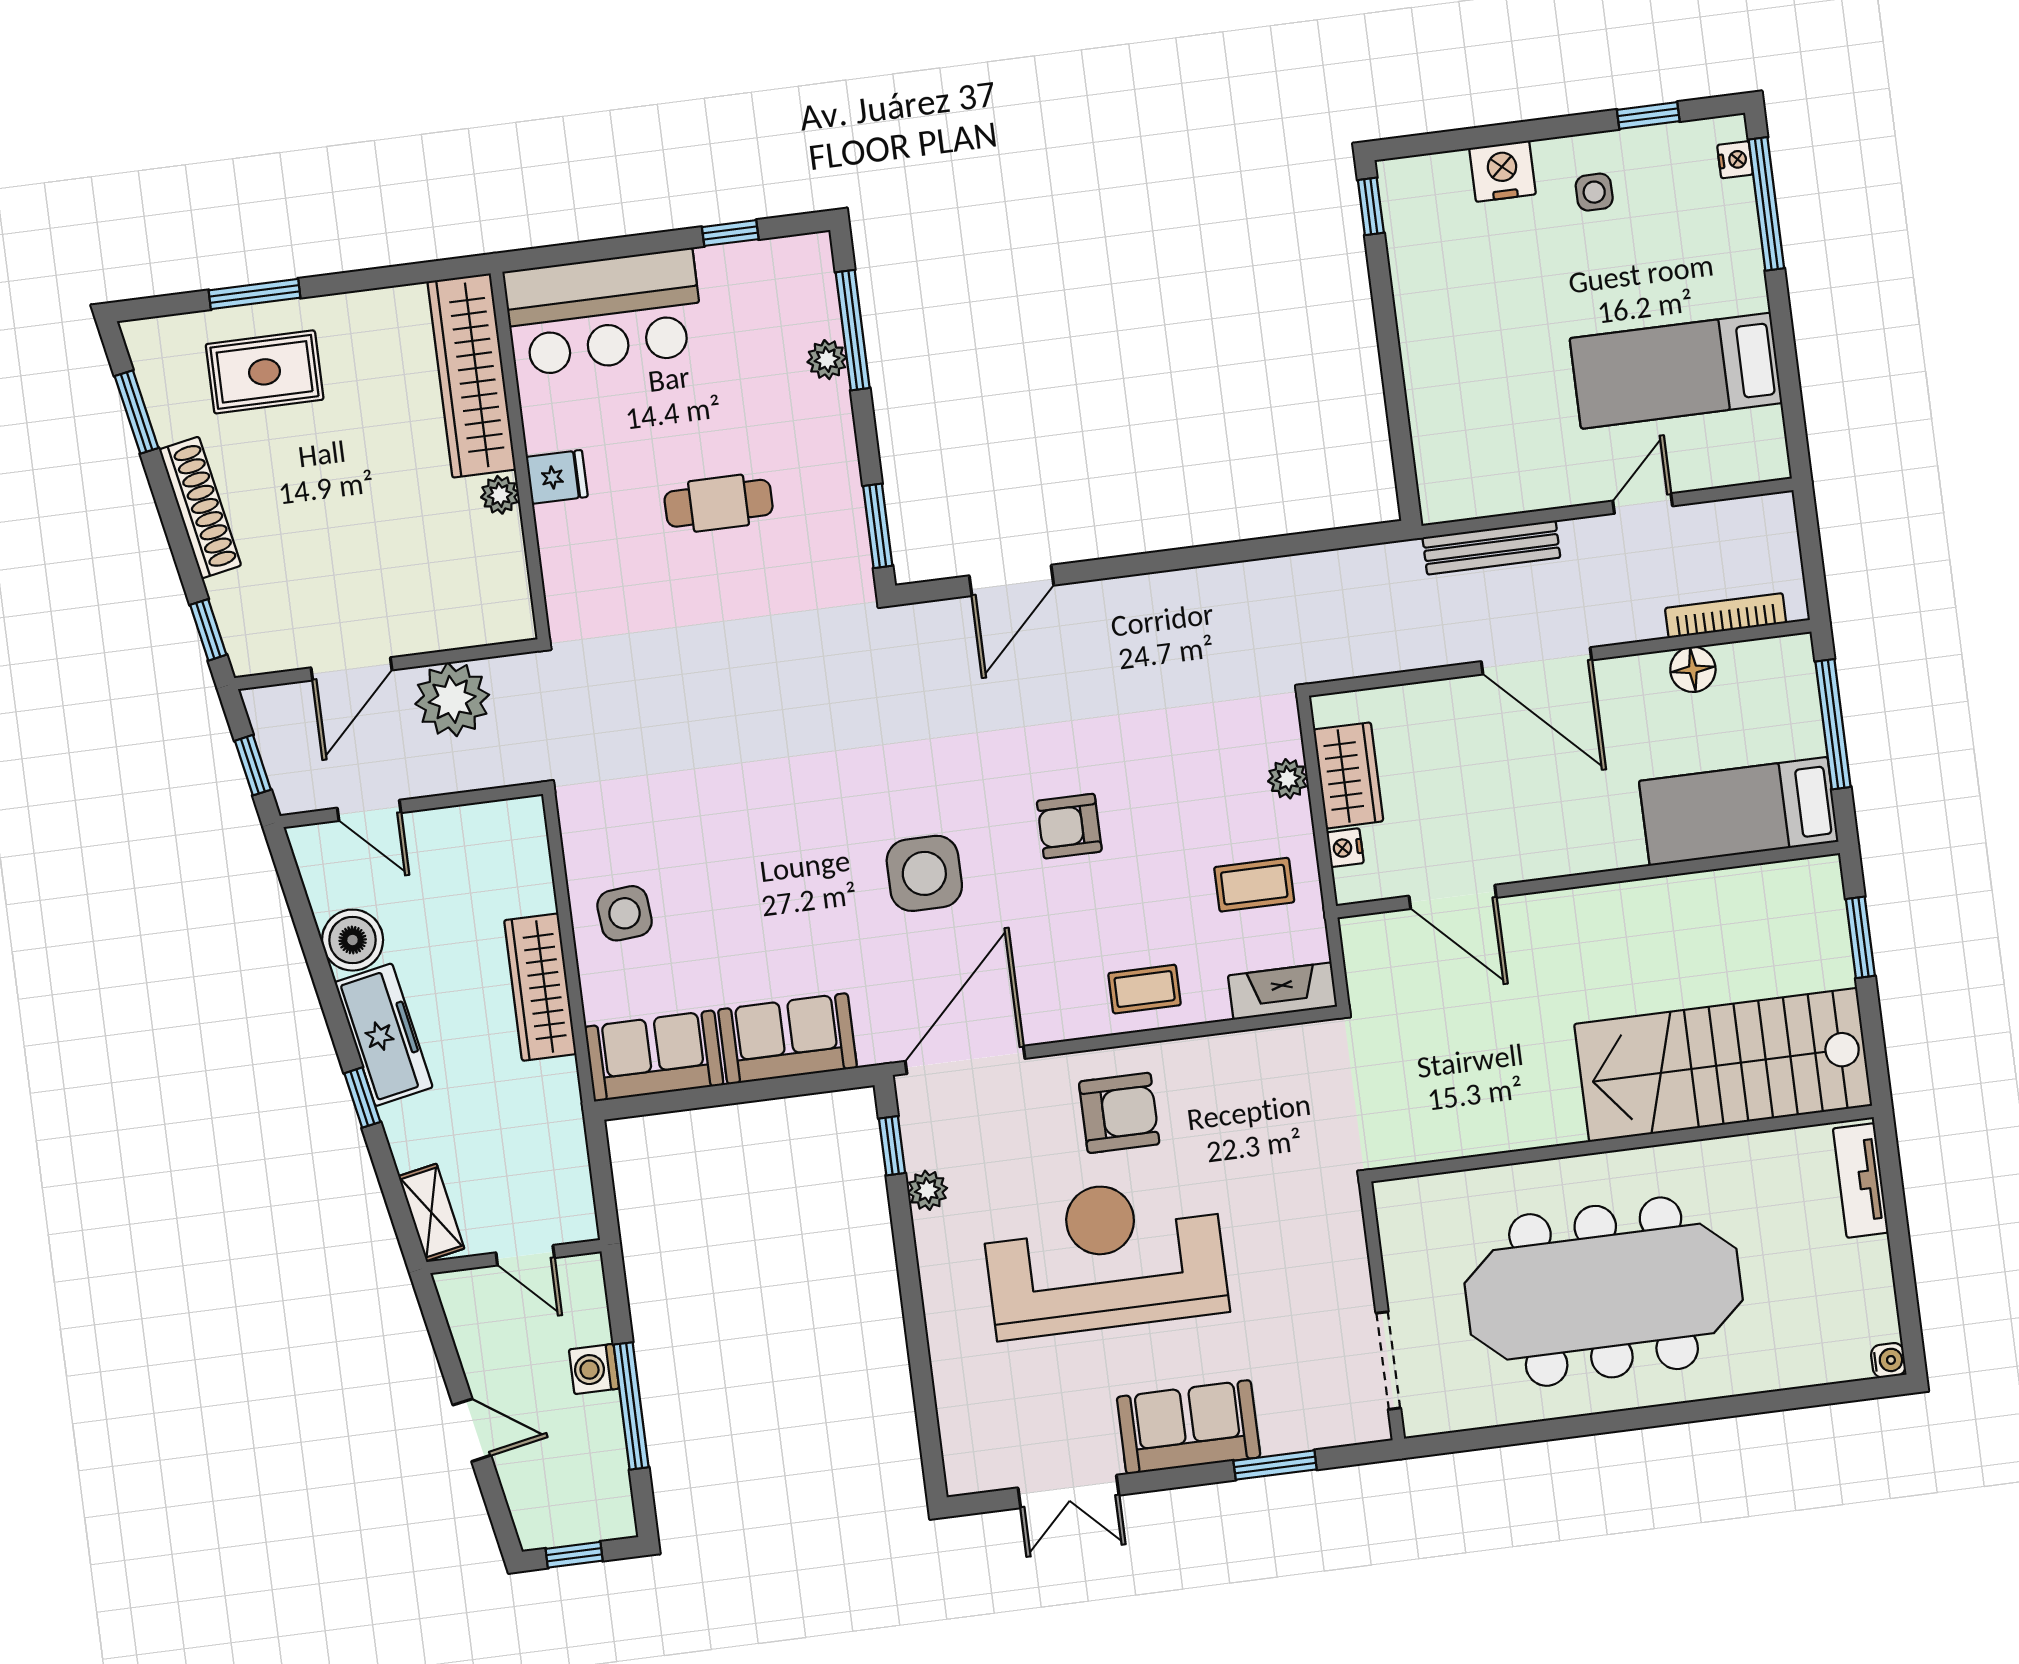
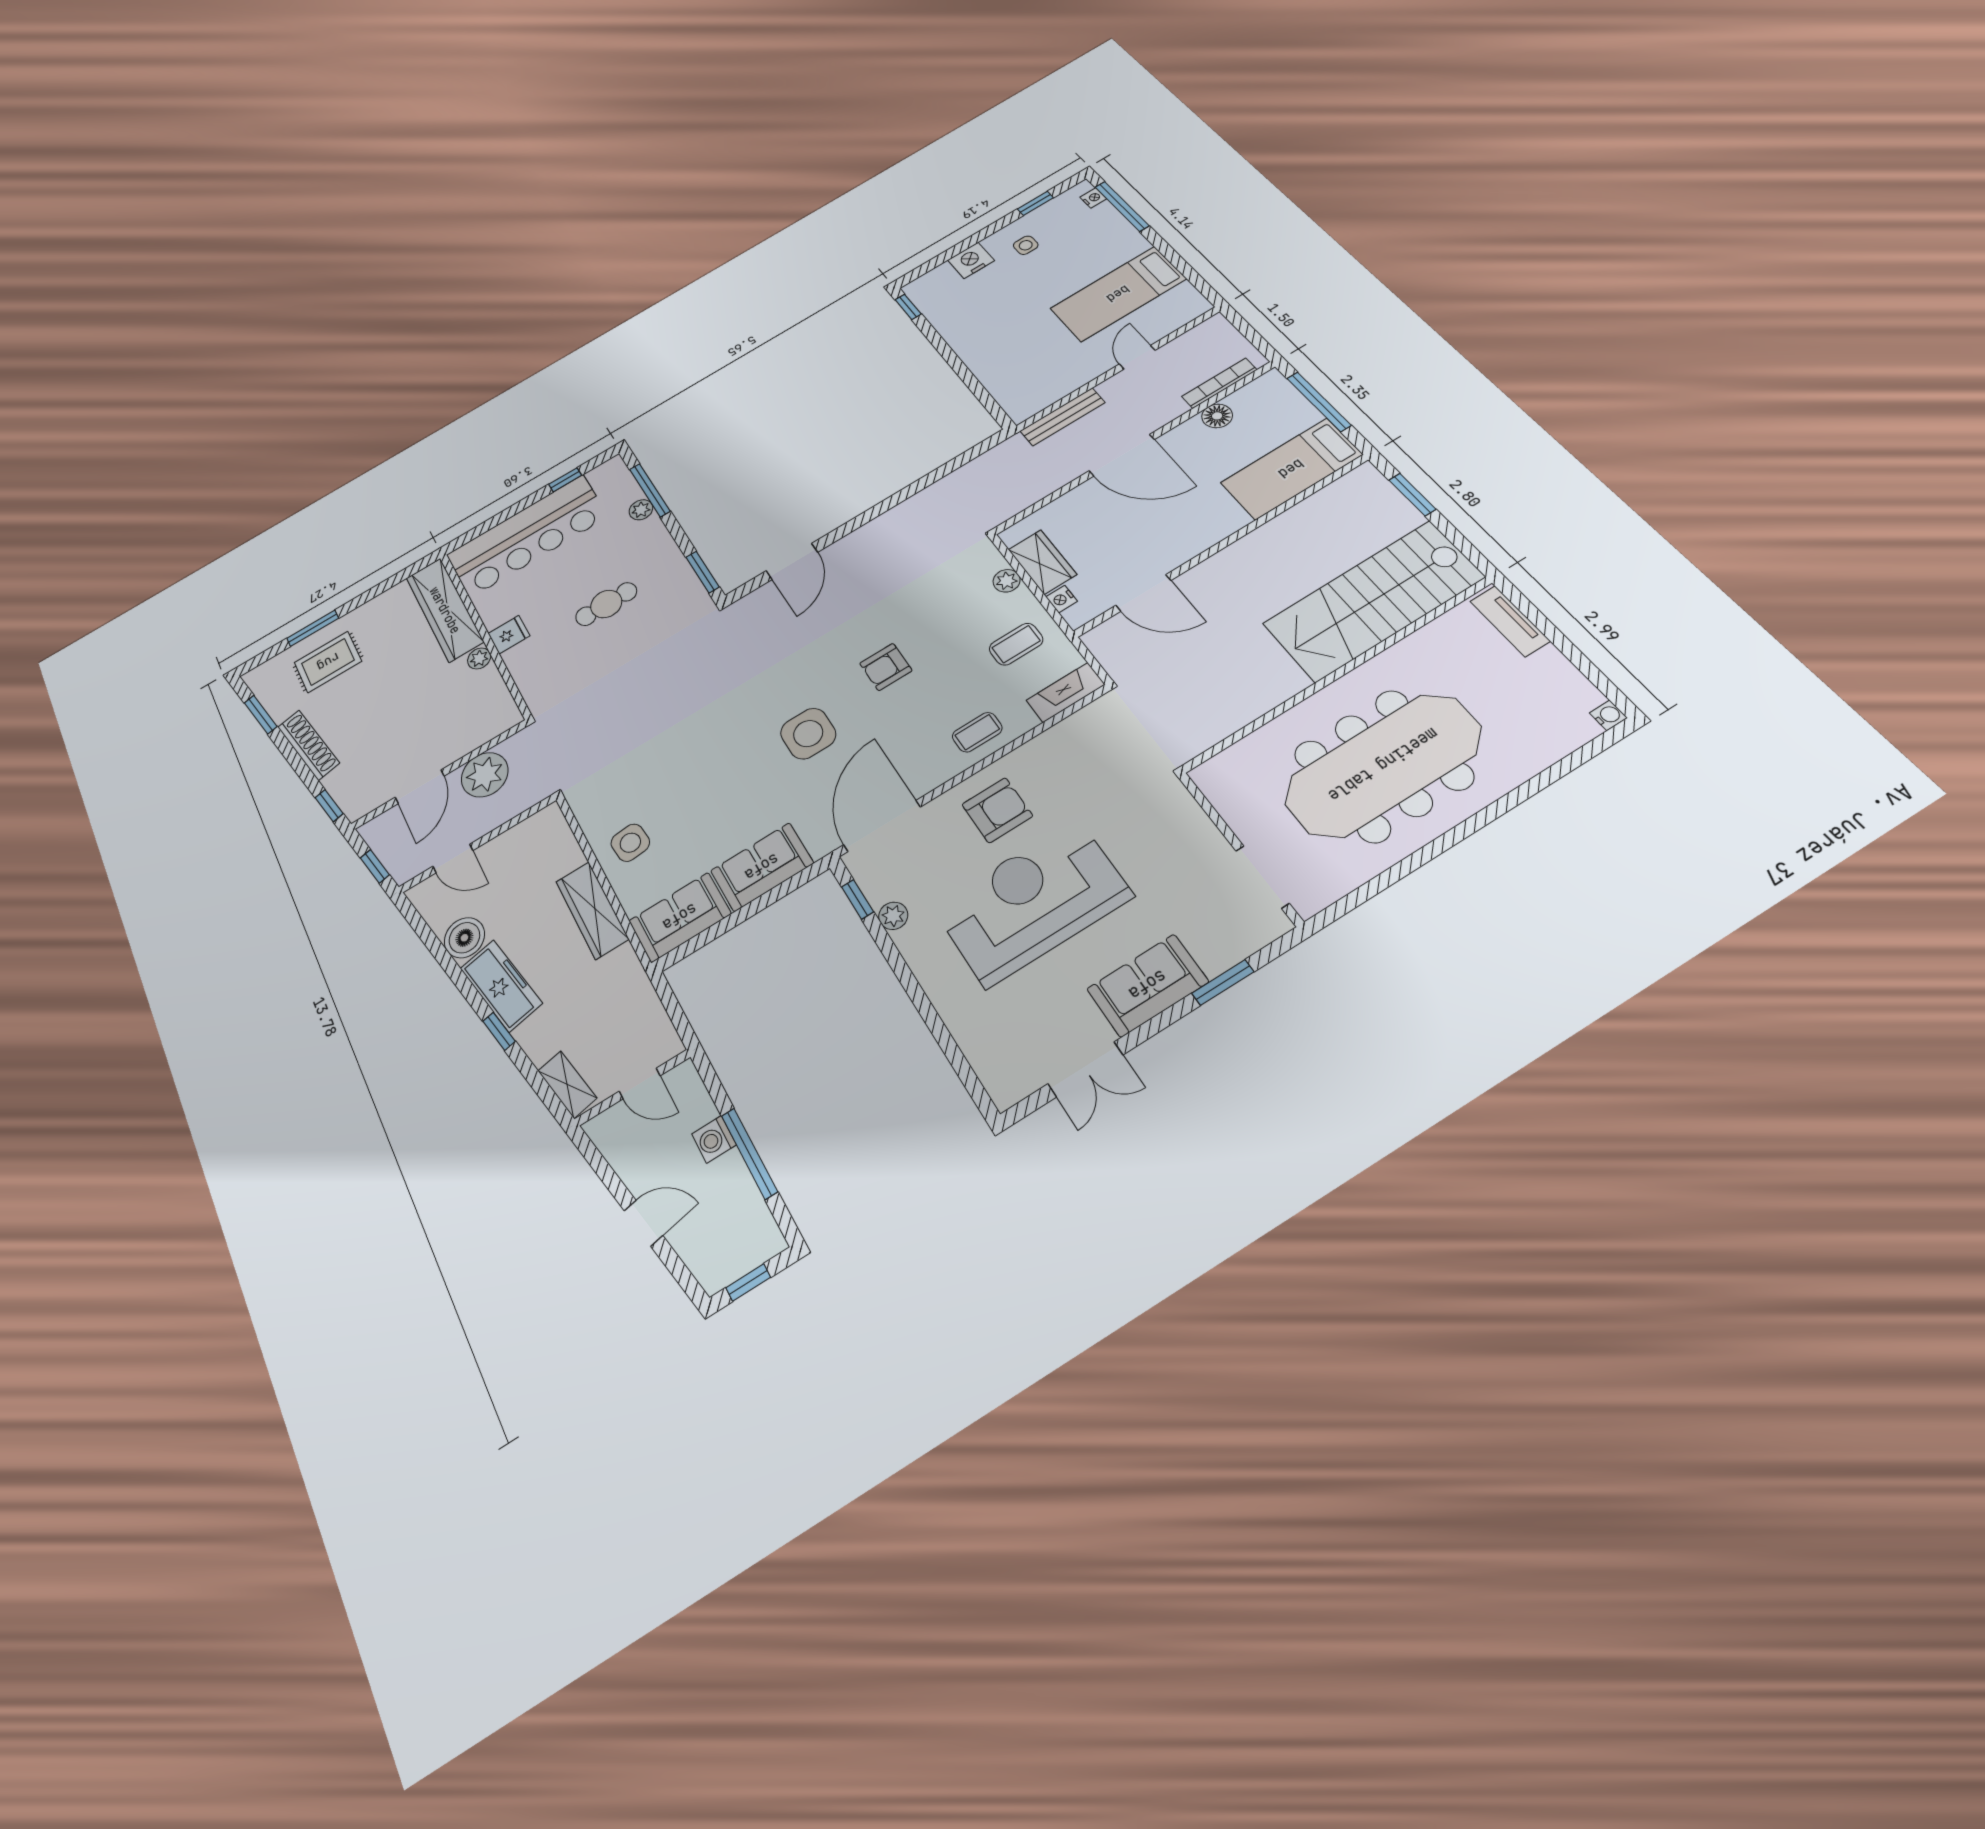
bar counter: (604, 313) -> (527, 536), width x1.36

